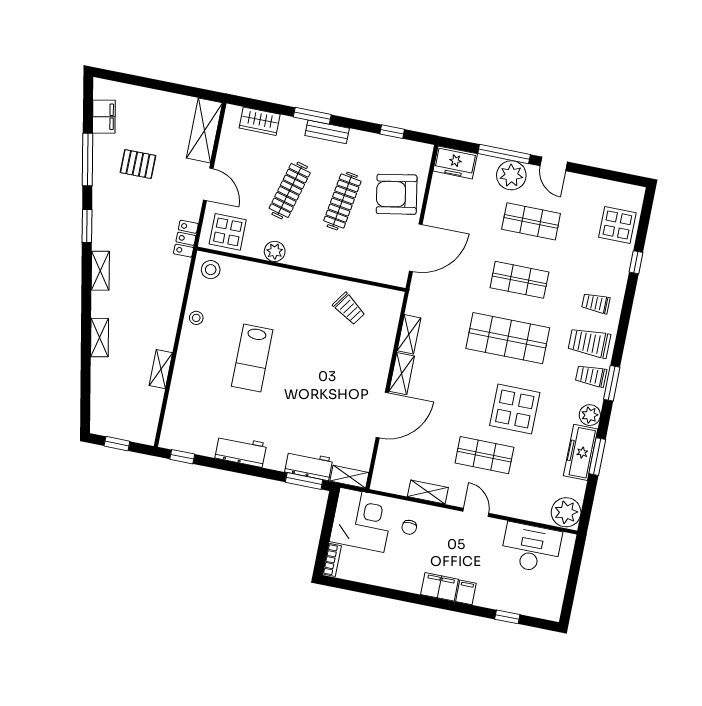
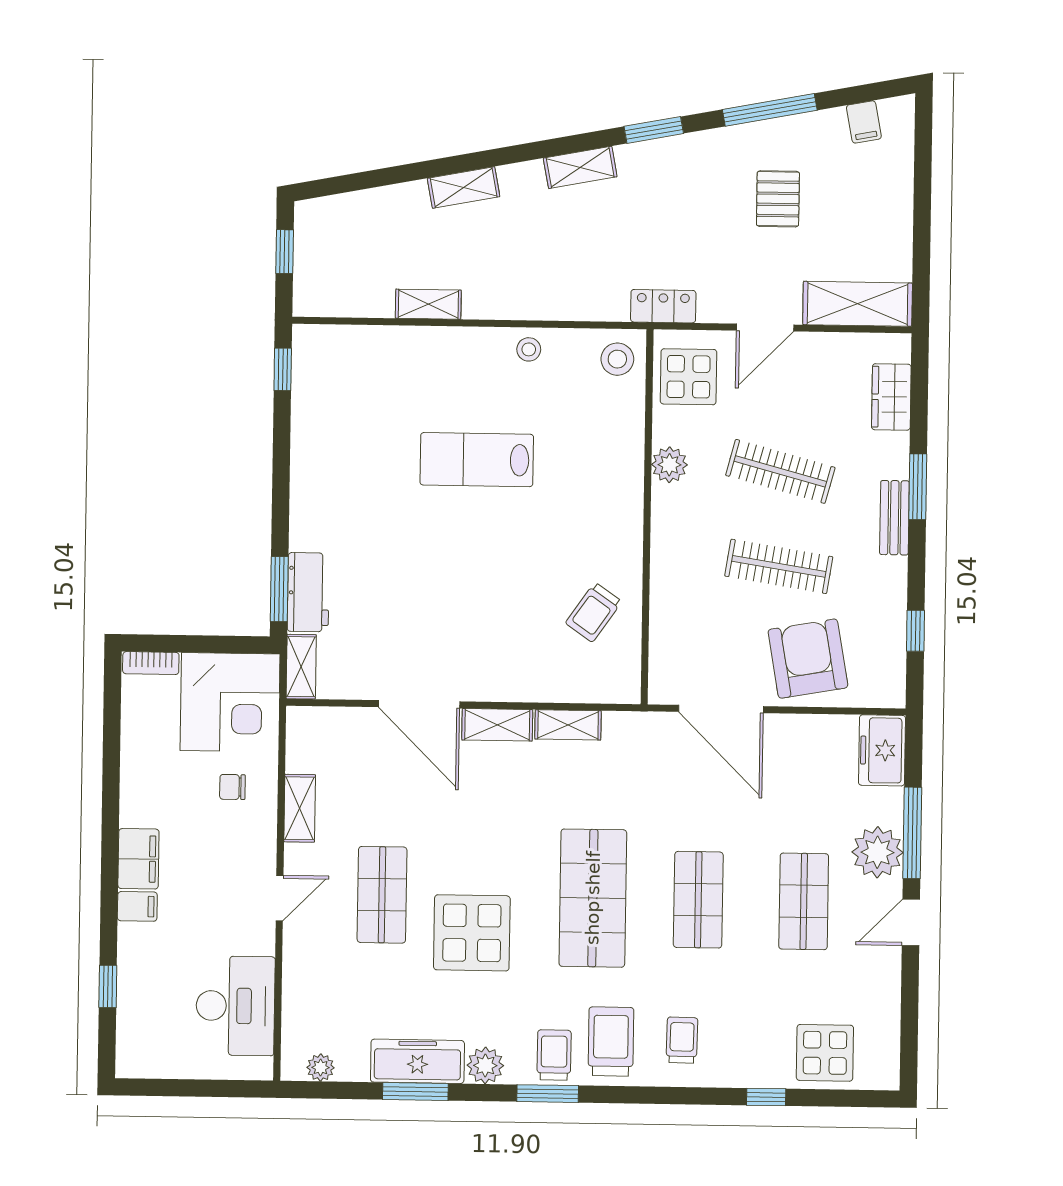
filing cabinet: (104, 117) -> (864, 122), width x0.50
workbench: (241, 451) -> (312, 470), removed
plant: (566, 512) -> (321, 1068), width x0.53, depth x0.53

